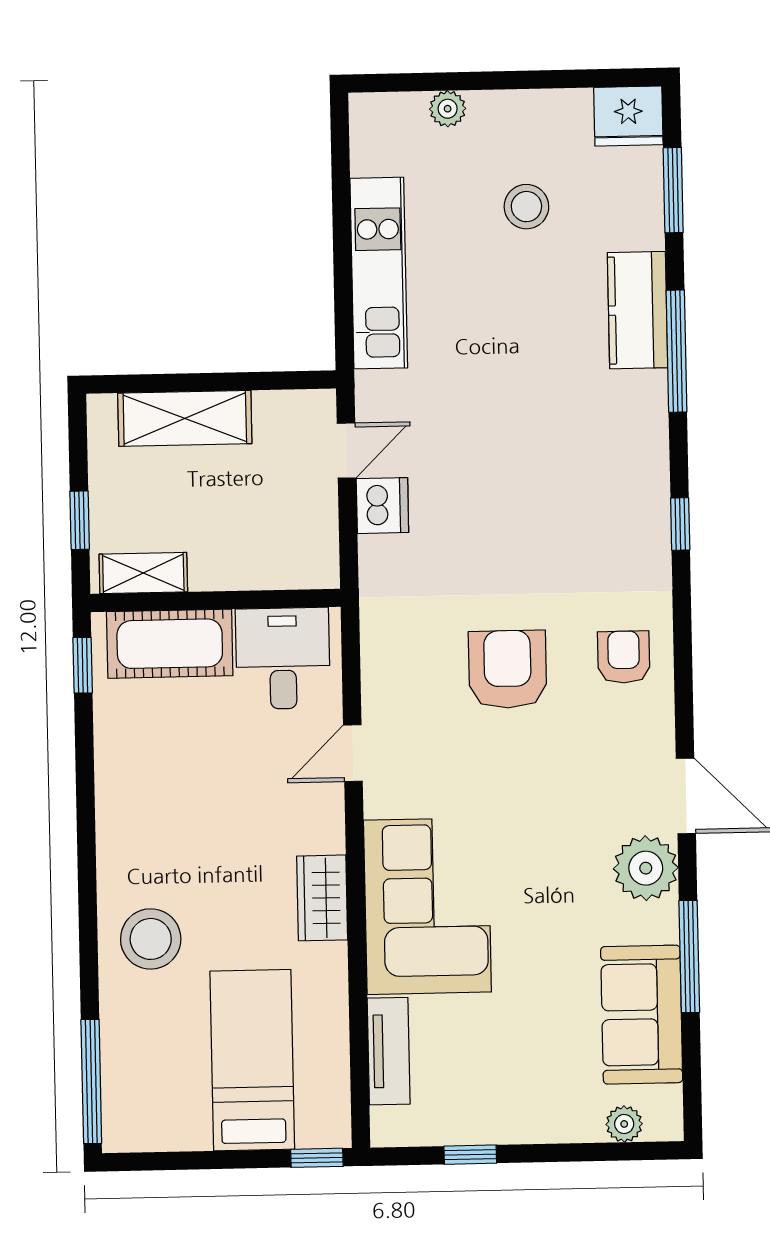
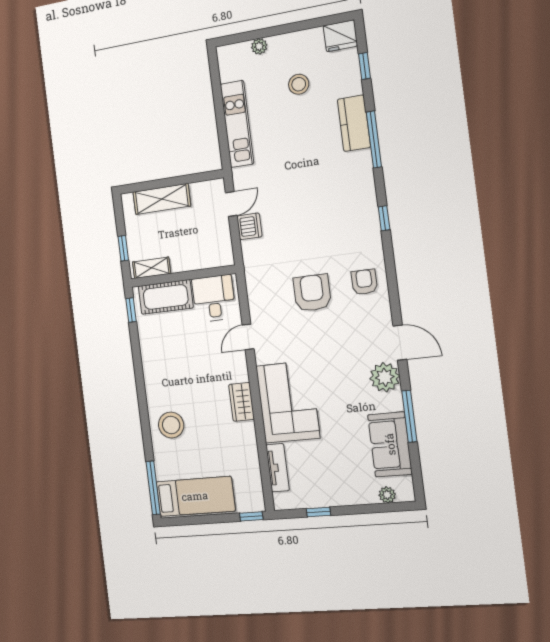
window: (673, 190) -> (365, 66), width x0.67
bed: (252, 1060) -> (195, 496), moved, turned 90

